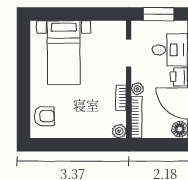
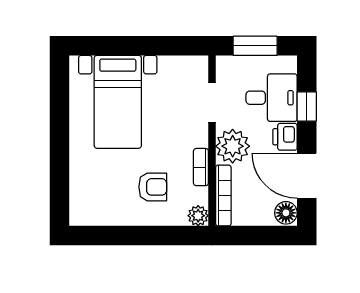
plant: (137, 89) -> (233, 146), width x1.88, depth x1.88
armchair: (44, 116) -> (153, 187), moved

